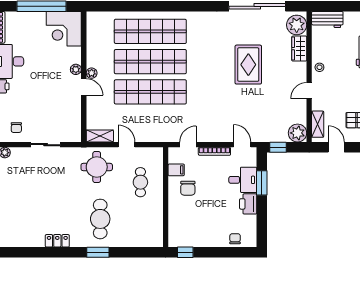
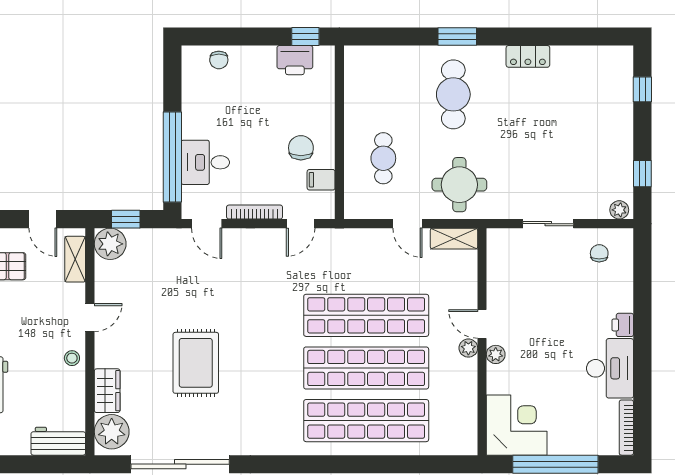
window: (278, 147) -> (126, 219), moved
window: (262, 183) -> (172, 157), width x2.11
printer: (248, 204) -> (295, 60), moved, turned 90

